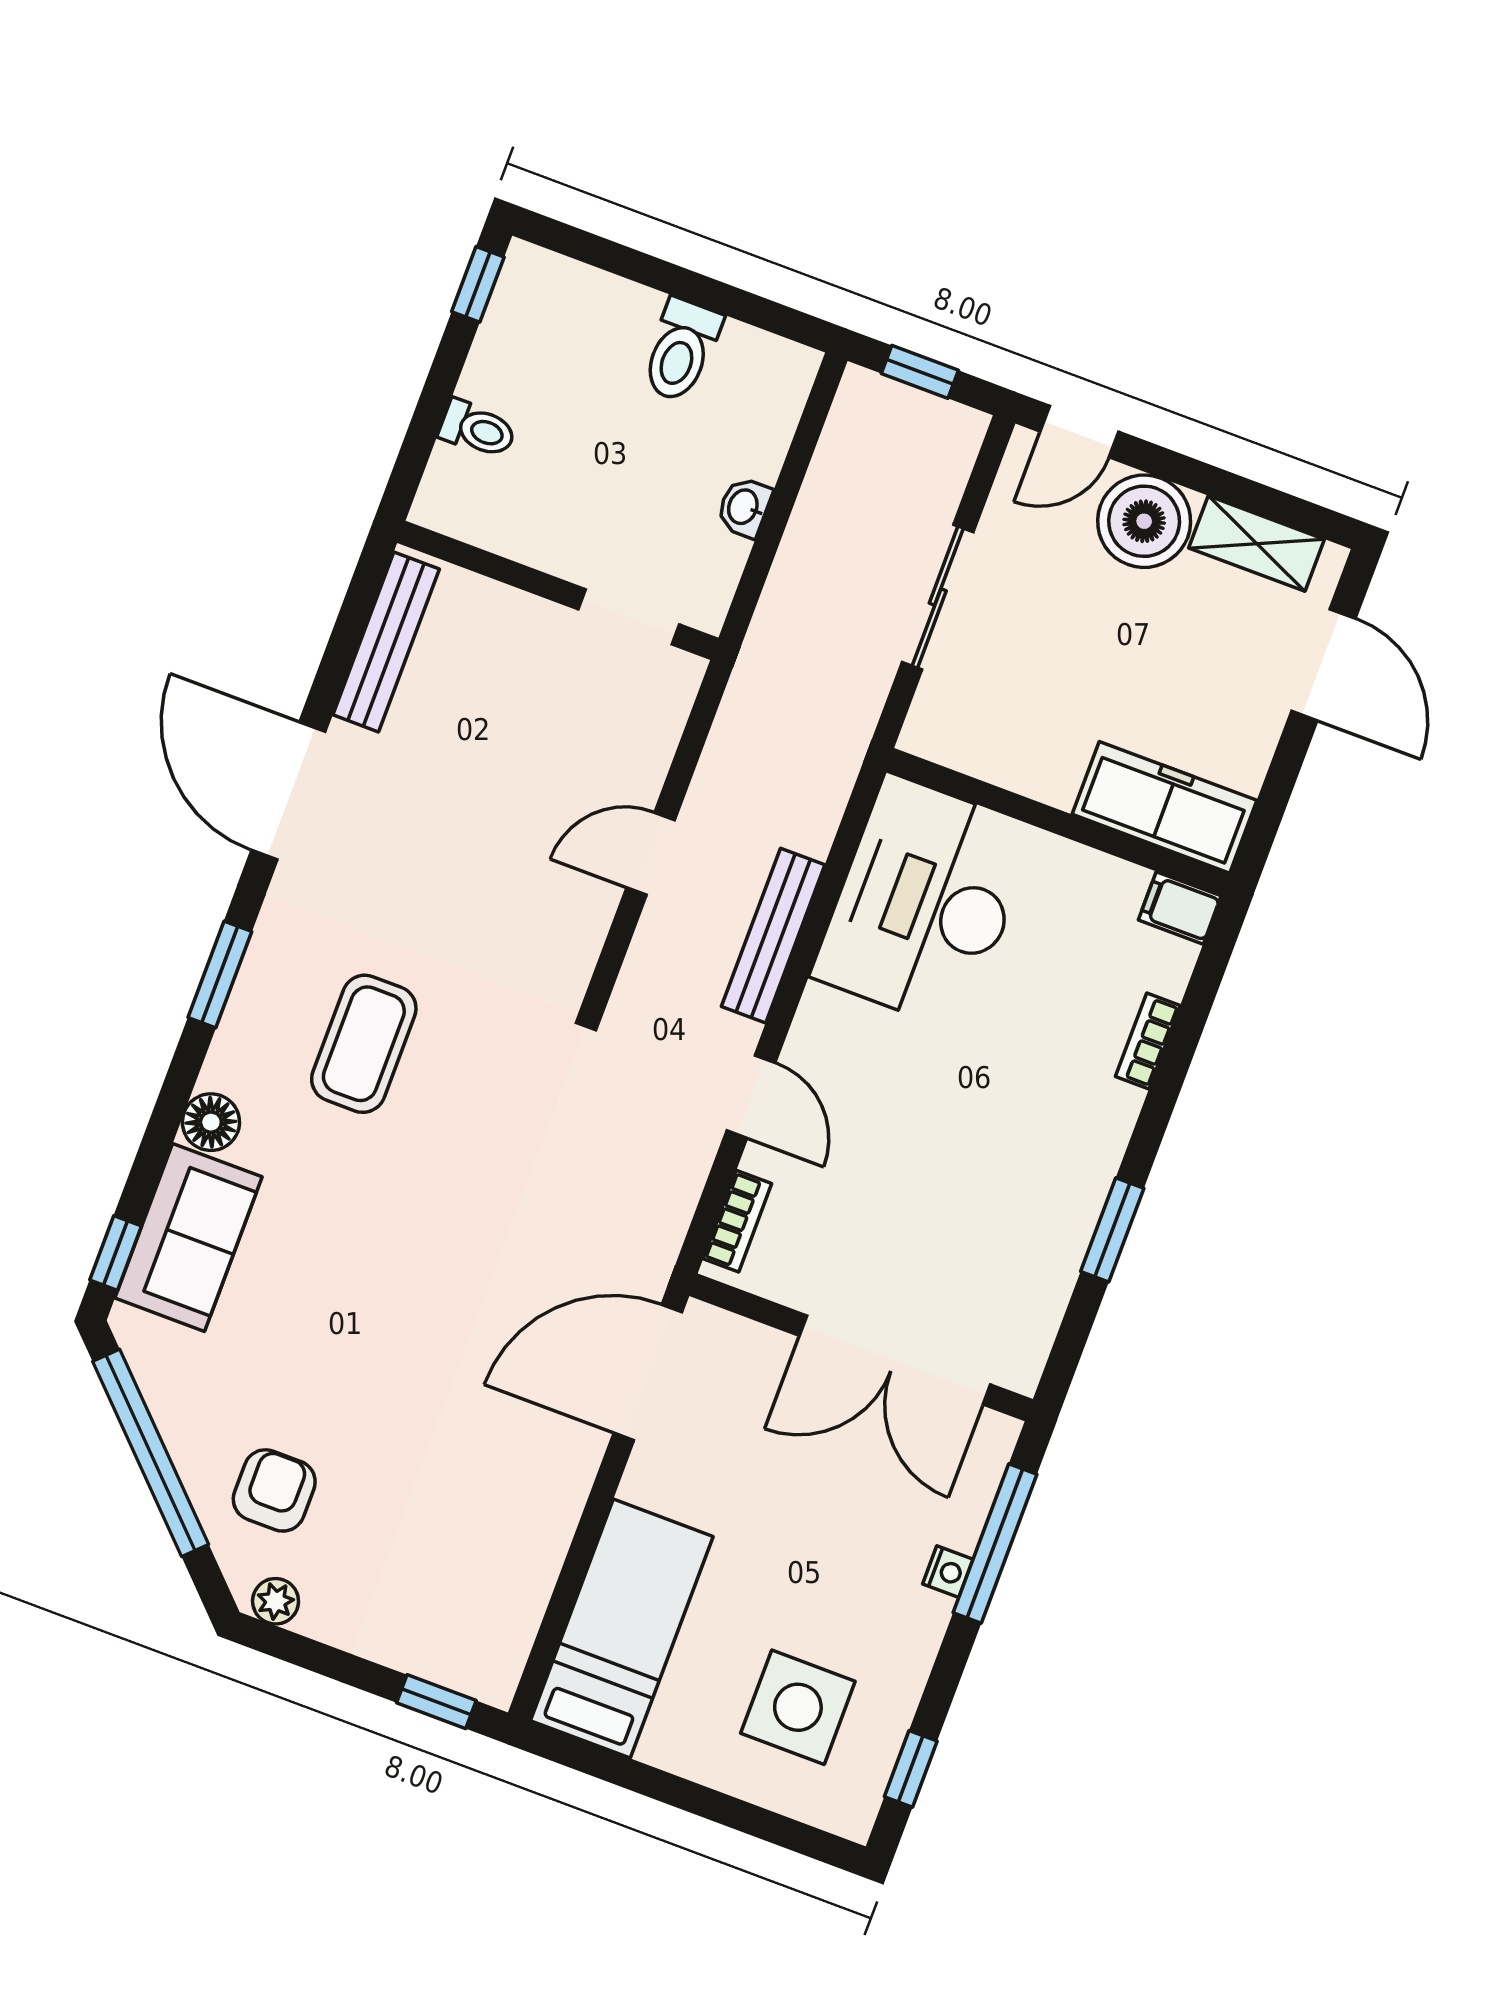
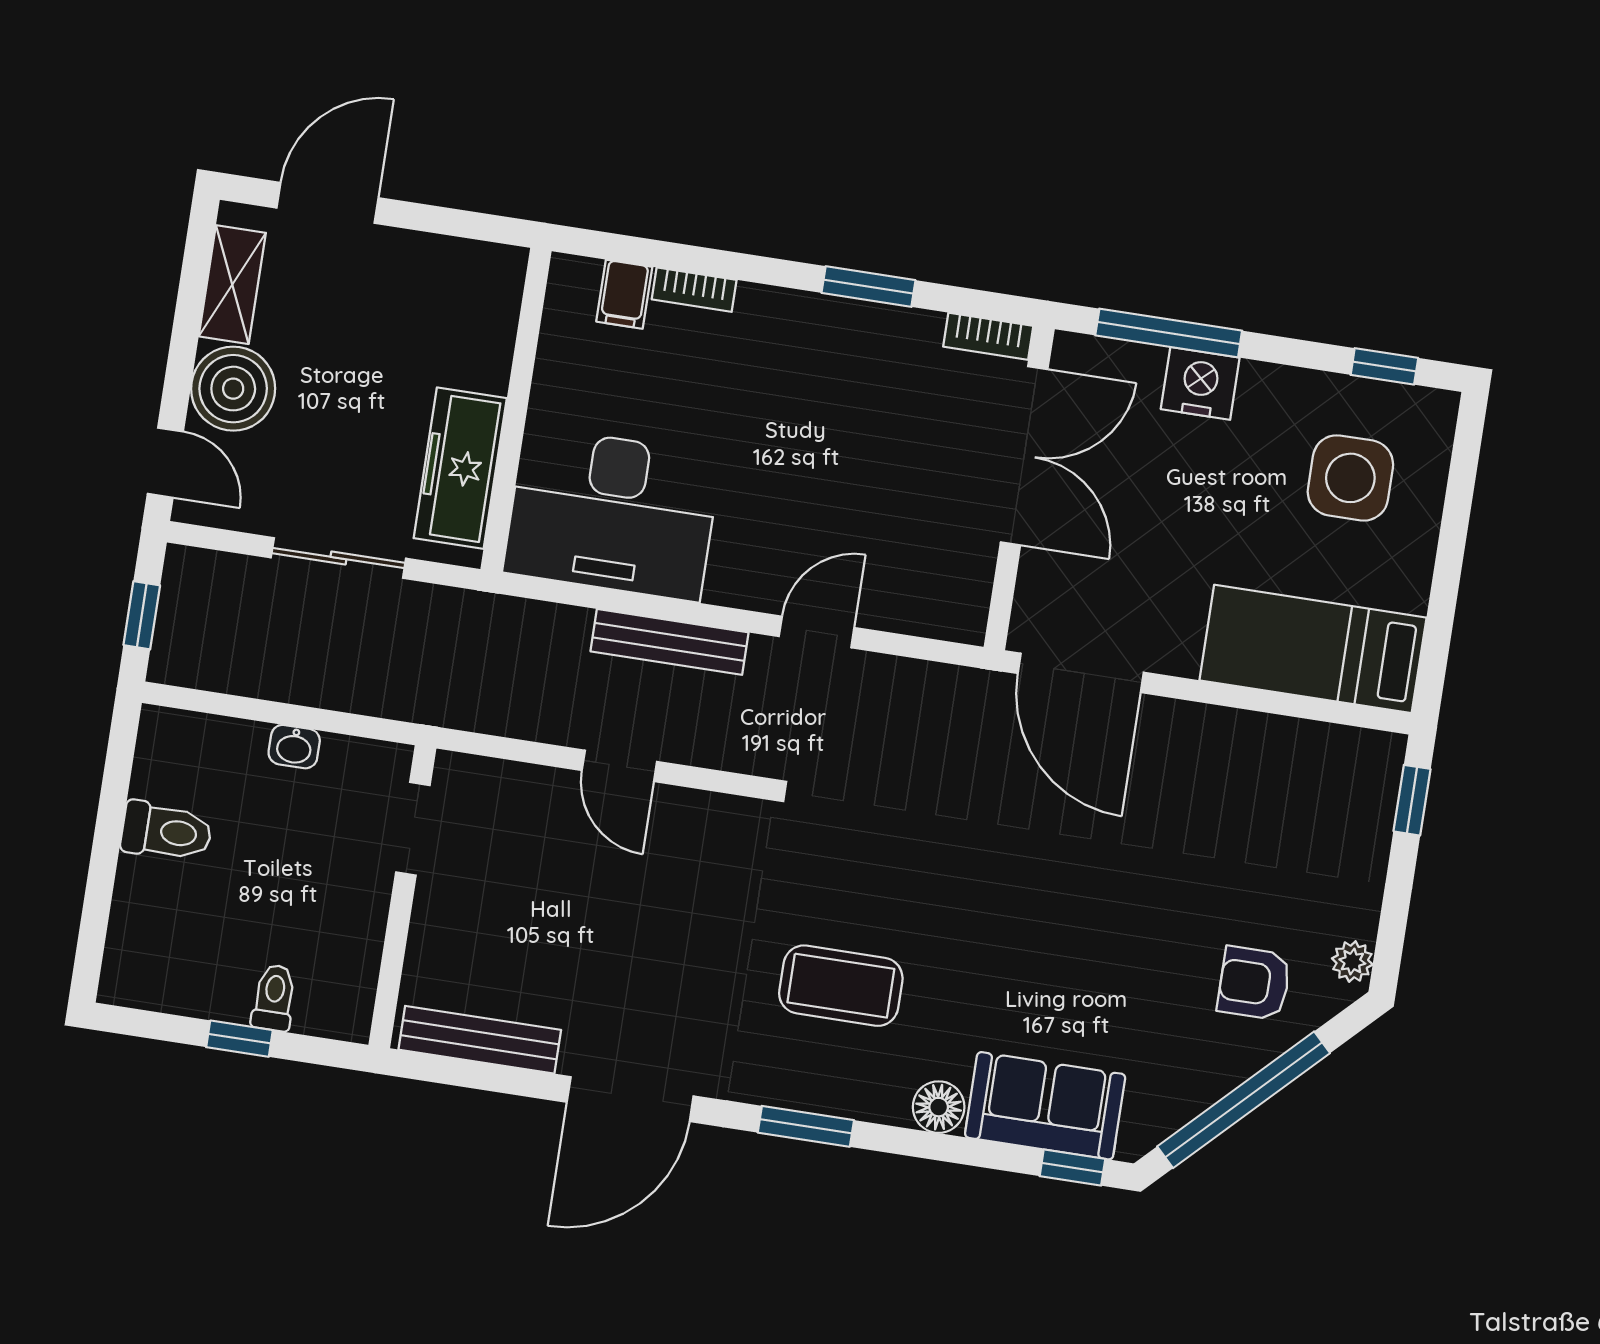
window: (478, 284) -> (240, 1039), moved
freezer: (1164, 807) -> (460, 468), moved
filing cabinet: (1180, 908) -> (624, 294), moved
bookcase: (737, 1221) -> (988, 336), moved, turned 180
nightstand: (948, 1572) -> (1200, 383), width x1.89, depth x1.79

